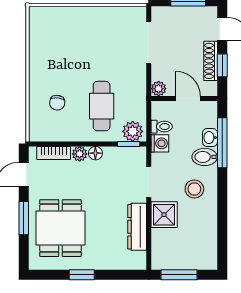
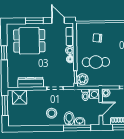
washing machine: (160, 143) -> (94, 94), moved
shower: (164, 215) -> (20, 97), moved

